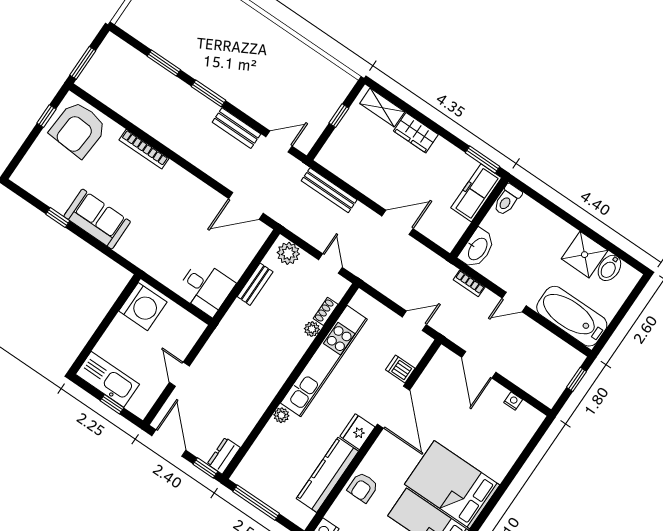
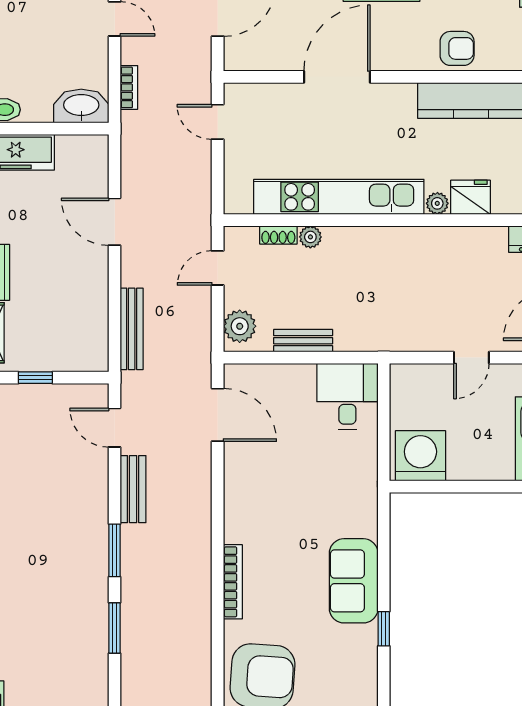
dishwasher: (400, 369) -> (286, 100), removed
fridge: (357, 432) -> (470, 197), moved, turned 180

